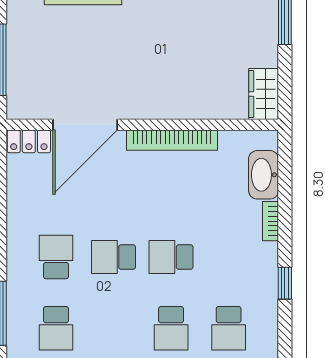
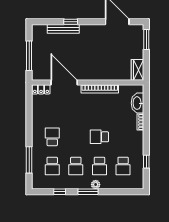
door: (85, 125) -> (64, 82), swing flipped
school desk: (114, 257) -> (76, 166), moved, turned -90
window: (285, 283) -> (146, 162), moved

